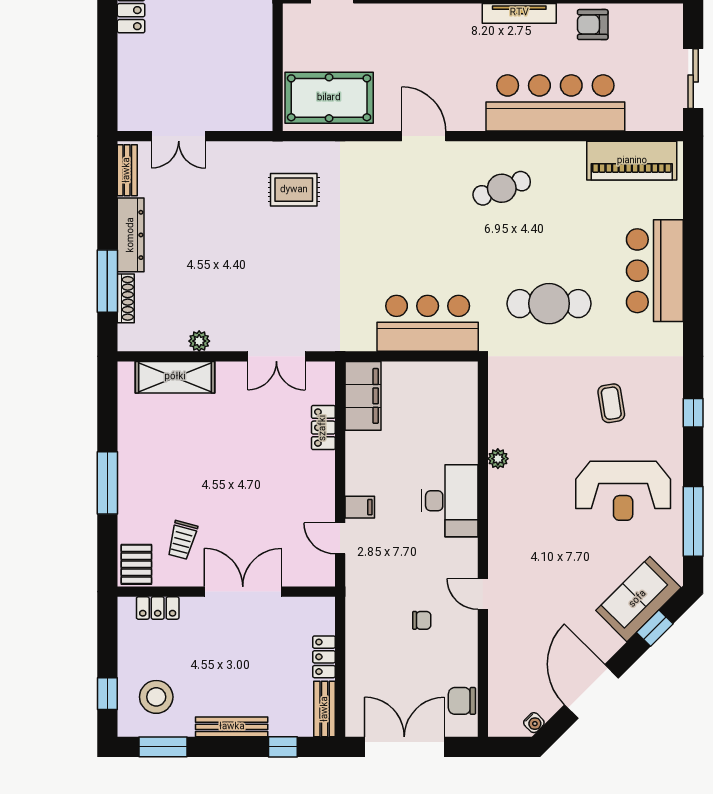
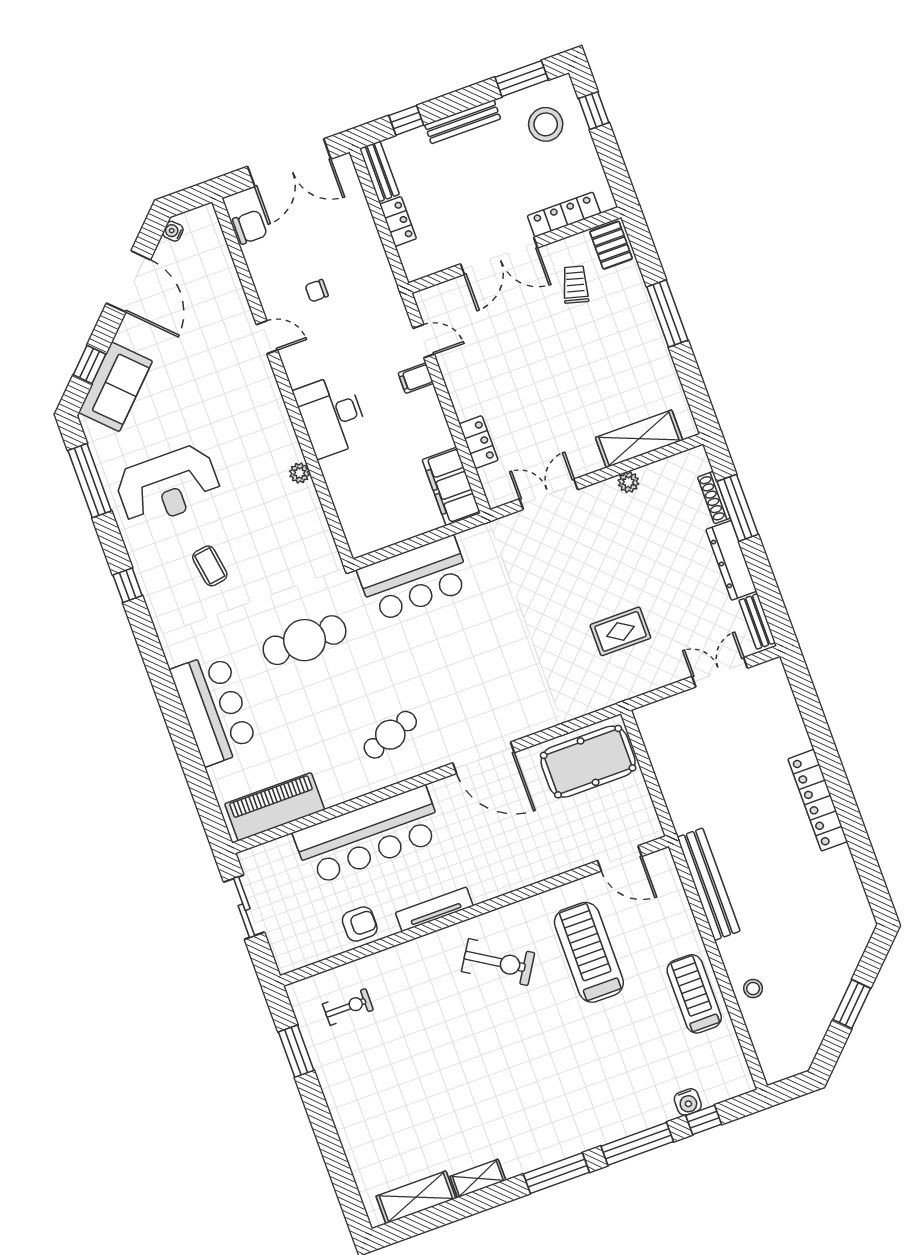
door: (424, 136) -> (484, 758), width x1.36
rug: (294, 190) -> (620, 631), moved
reception desk: (623, 491) -> (168, 486), turned 180
locker: (158, 608) -> (564, 215), width x1.53

